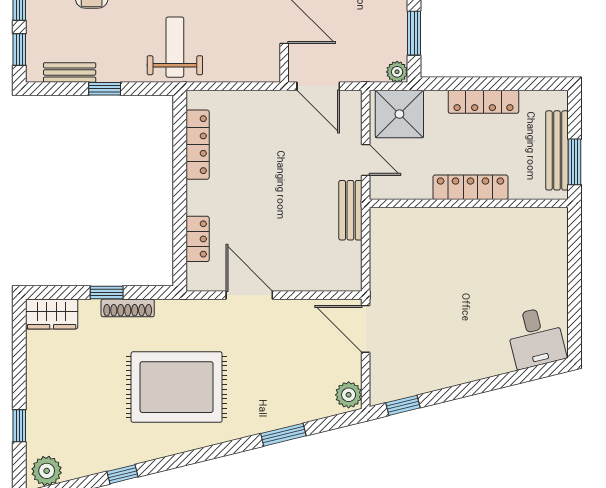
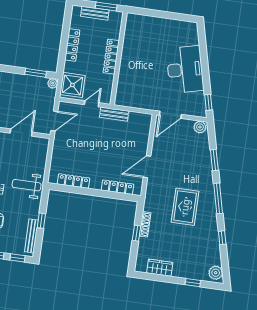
bench: (70, 72) -> (31, 236), width x1.36
bench: (557, 150) -> (95, 13), width x0.73
locker: (198, 239) -> (117, 187), width x1.53
wardrobe: (52, 314) -> (160, 268), moved, turned -90
desk: (536, 338) -> (185, 69), moved, width x1.87, depth x1.30
rug: (177, 387) -> (185, 207), width x0.73, depth x0.69
window: (204, 454) -> (218, 198), added

